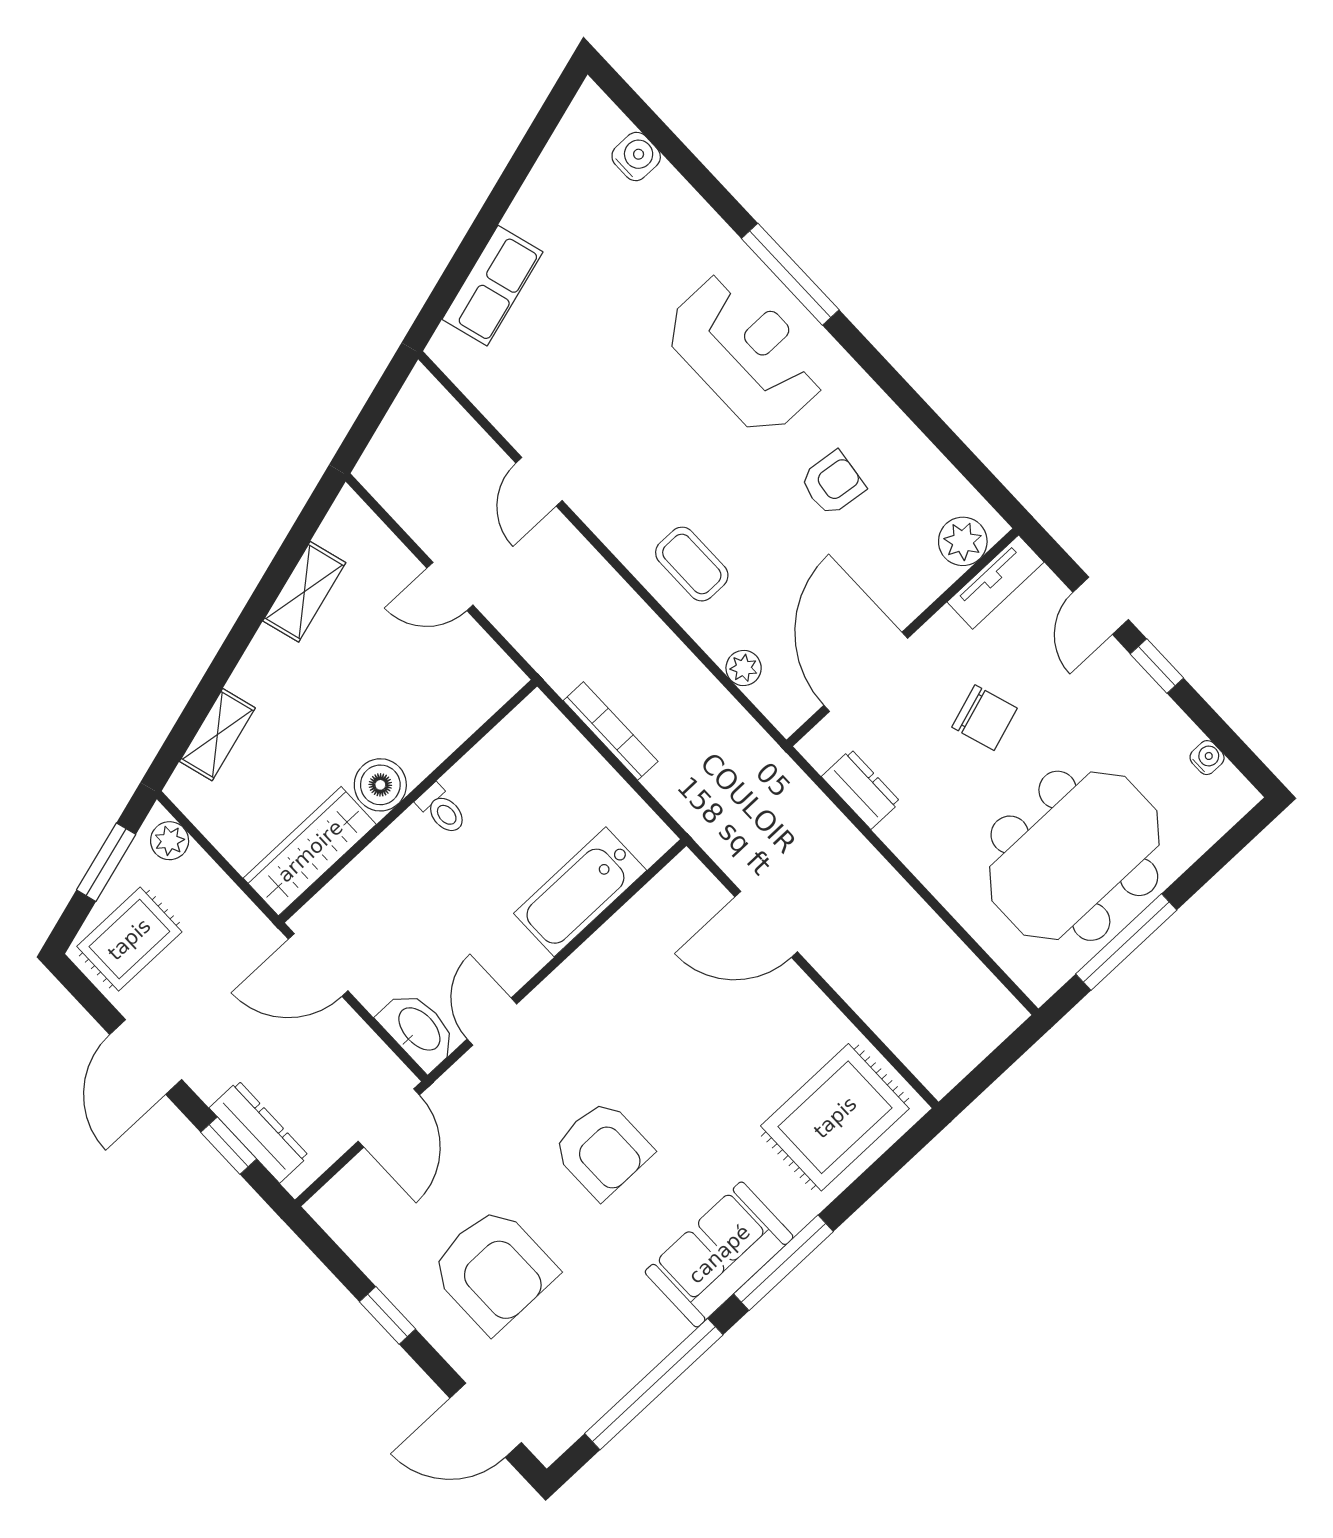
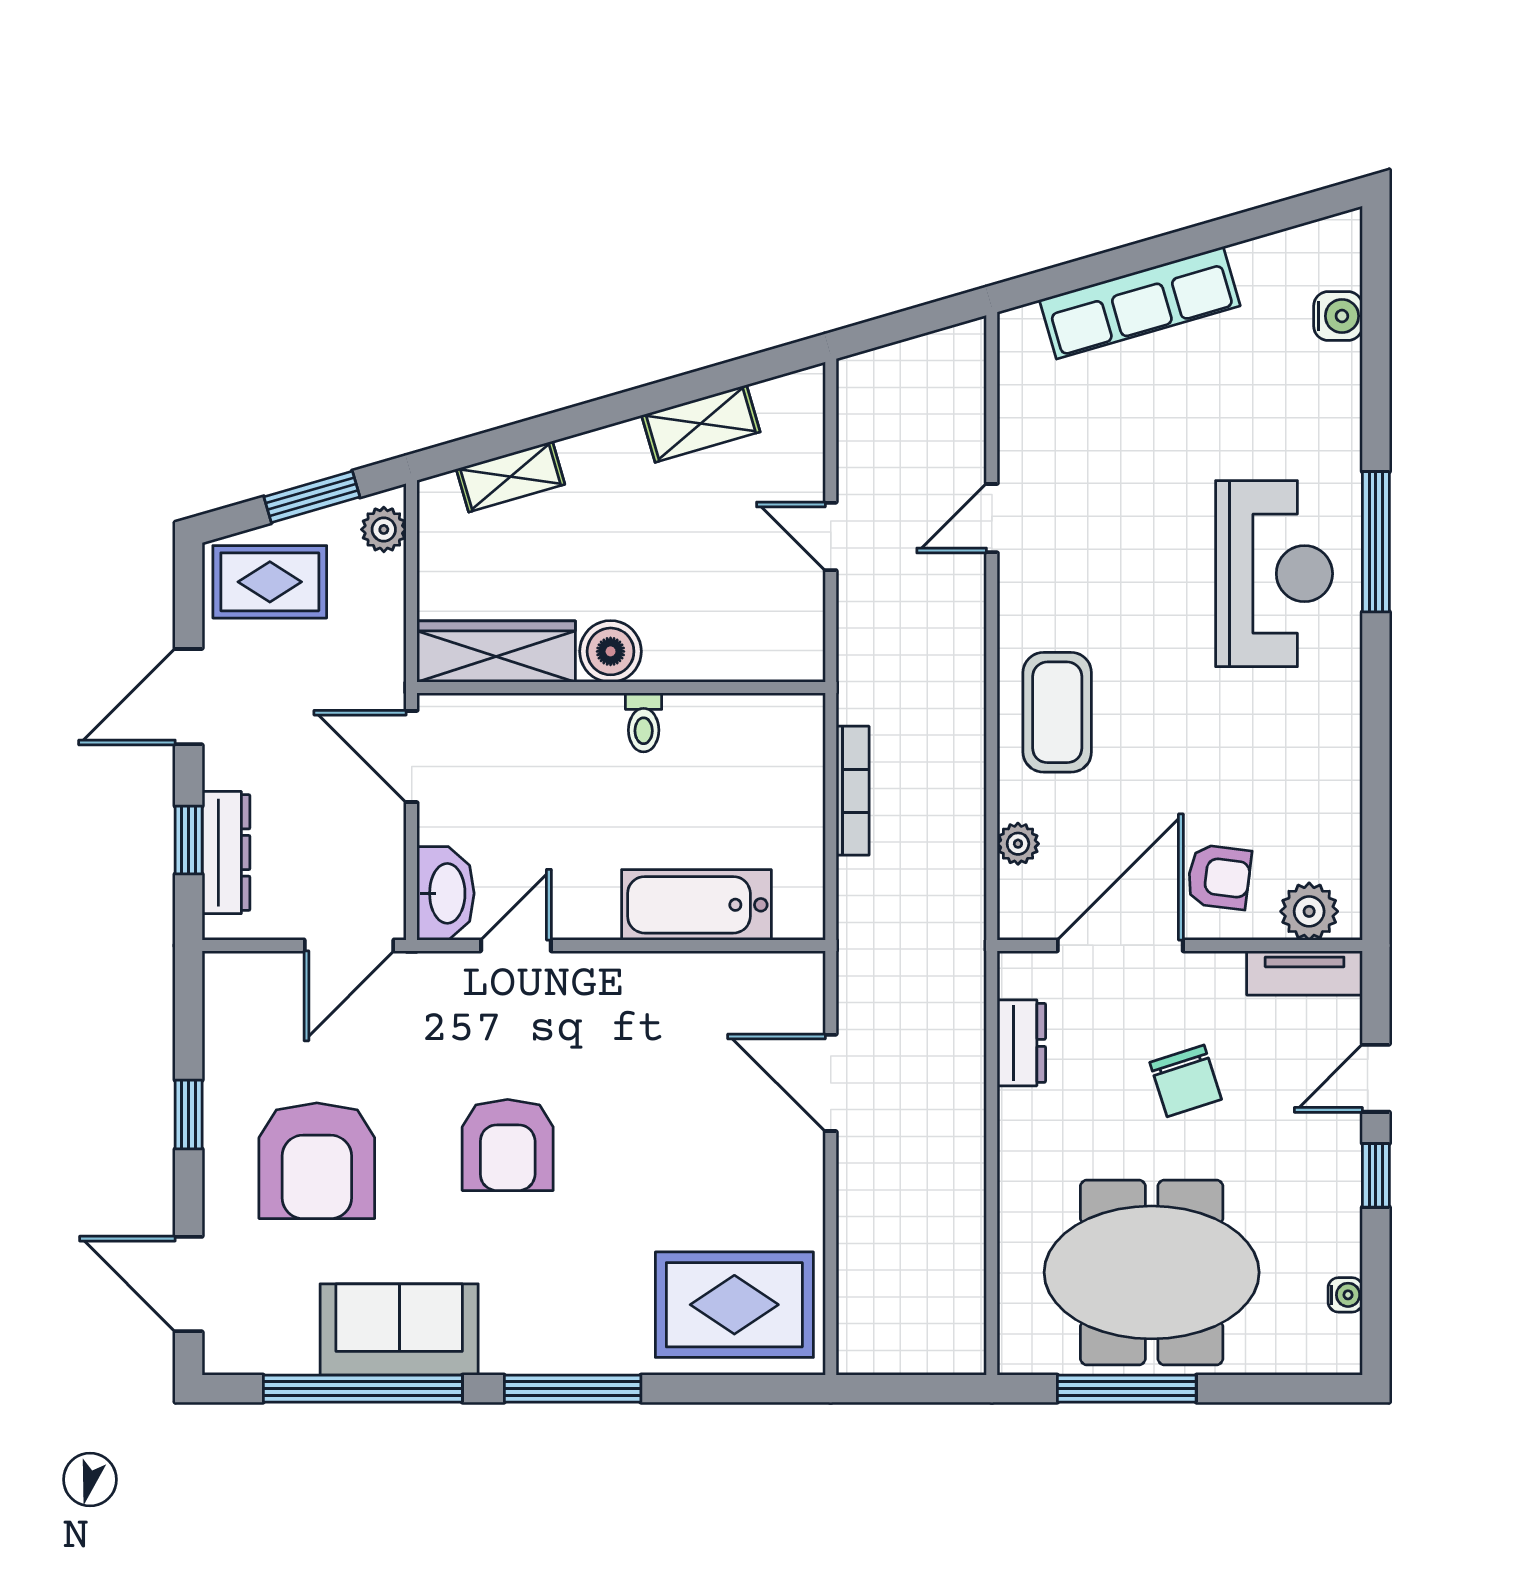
row of seats: (492, 286) -> (1140, 303), width x1.48
armchair: (833, 483) -> (1219, 877), moved
coffee table: (692, 564) -> (1057, 712), width x1.36, depth x1.30
sofa: (719, 1254) -> (399, 1330), moved

